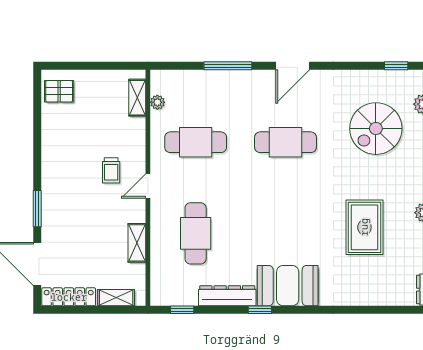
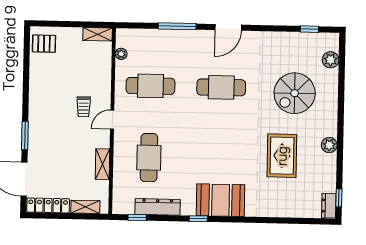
shelving: (137, 98) -> (98, 34), moved, turned 90
spiral stairs: (376, 129) -> (295, 93), moved
dresser: (227, 296) -> (158, 207), moved

